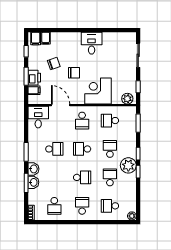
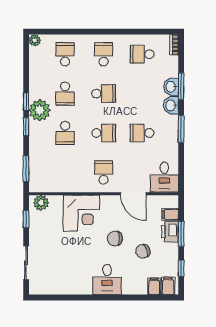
desk: (92, 43) -> (107, 279), moved
school desk: (110, 121) -> (65, 172), removed
school desk: (82, 177) -> (104, 94), turned 180
school desk: (54, 206) -> (142, 54), turned -90
school desk: (82, 206) -> (104, 54), turned 180
school desk: (110, 206) -> (65, 54), turned -90

